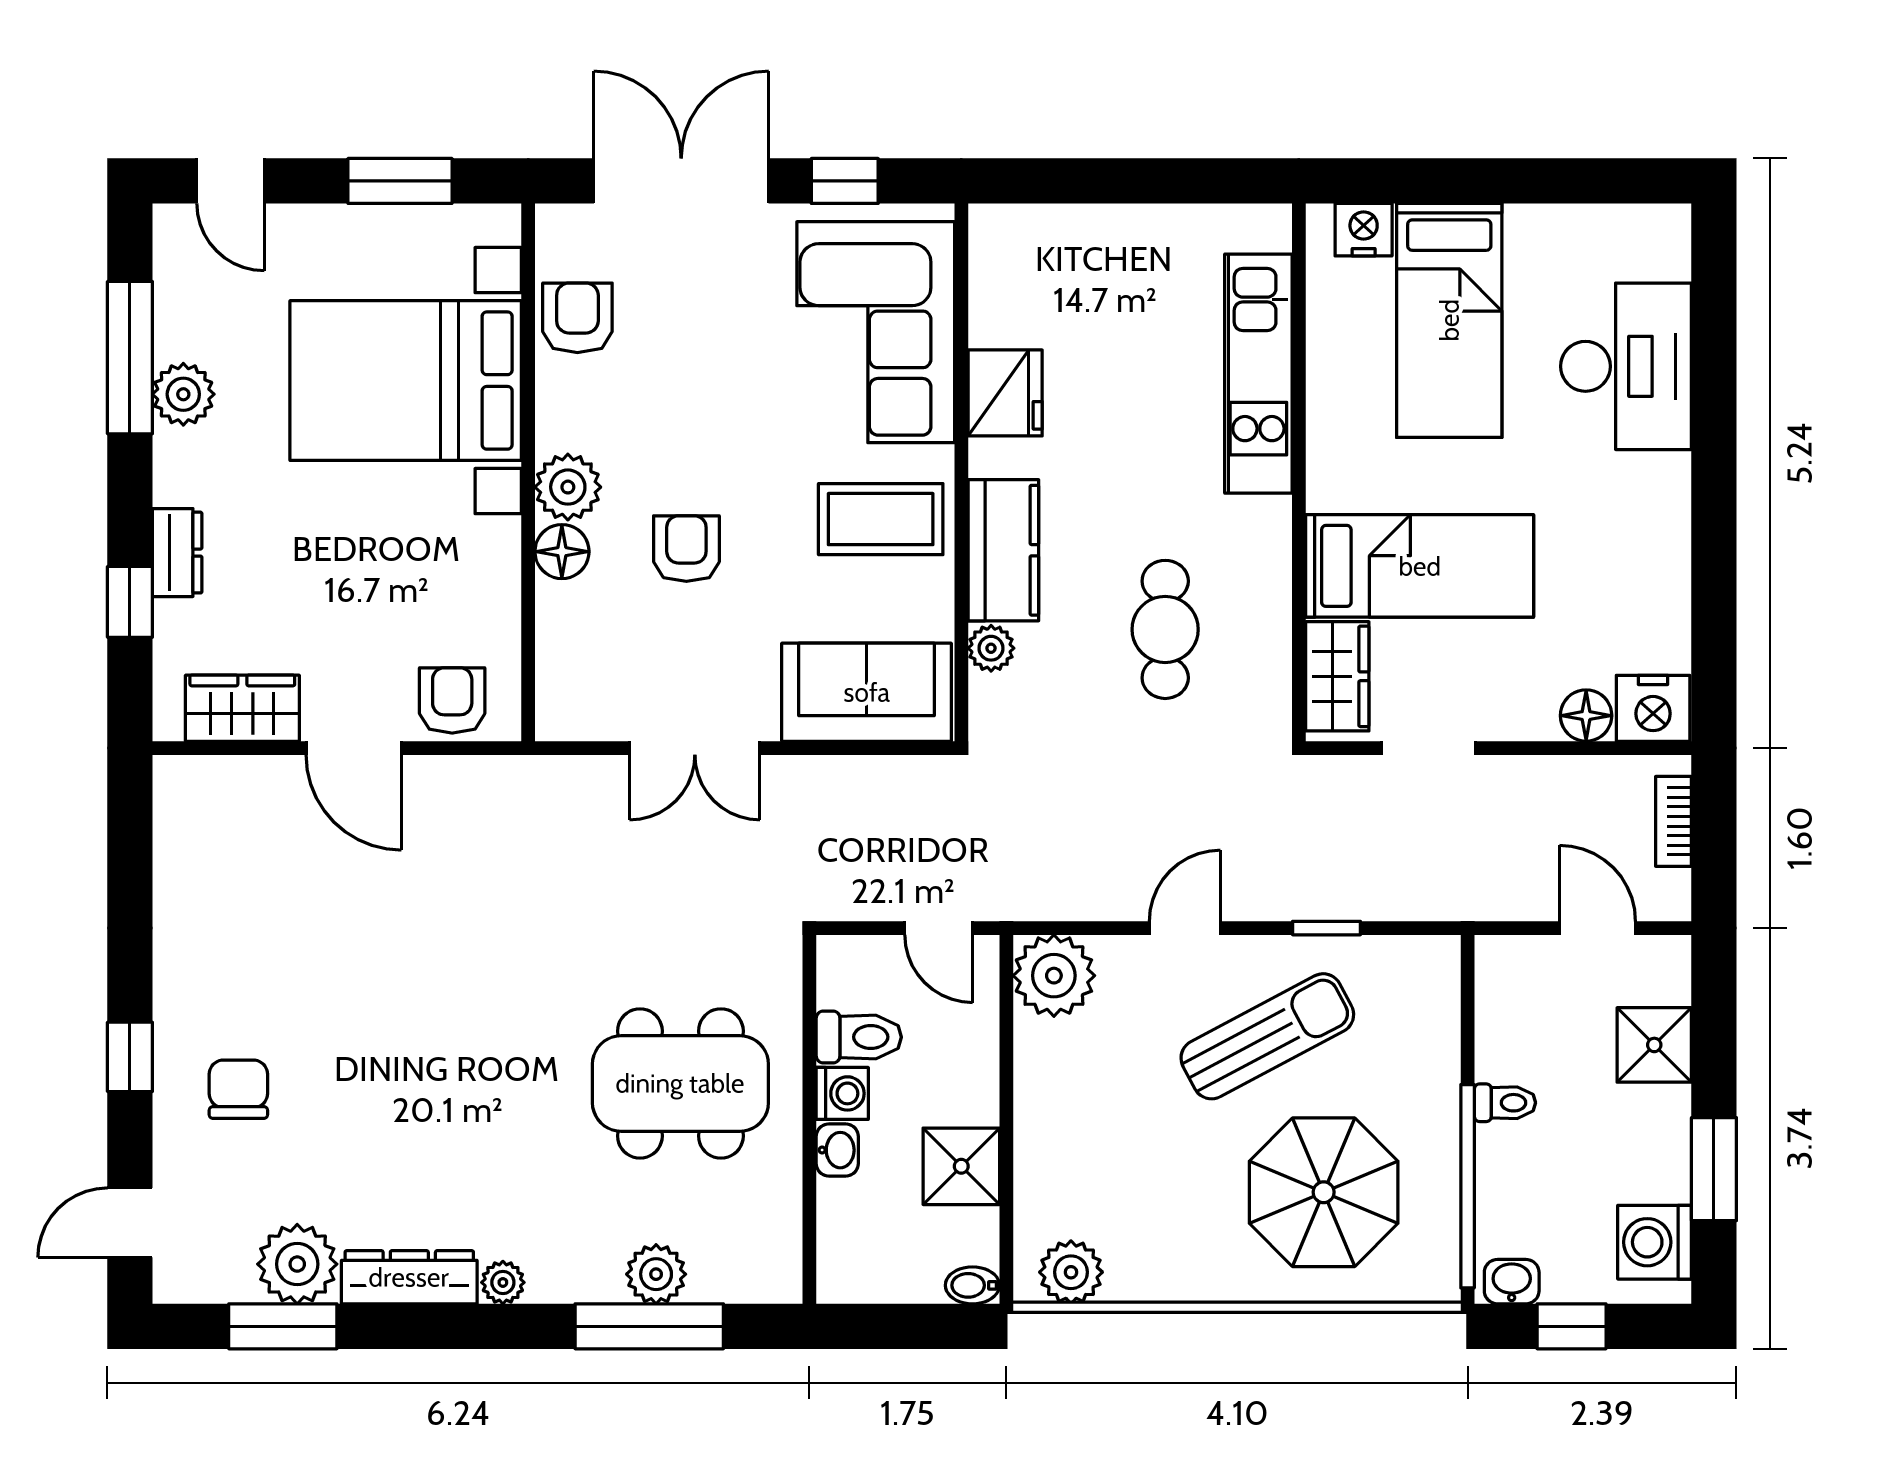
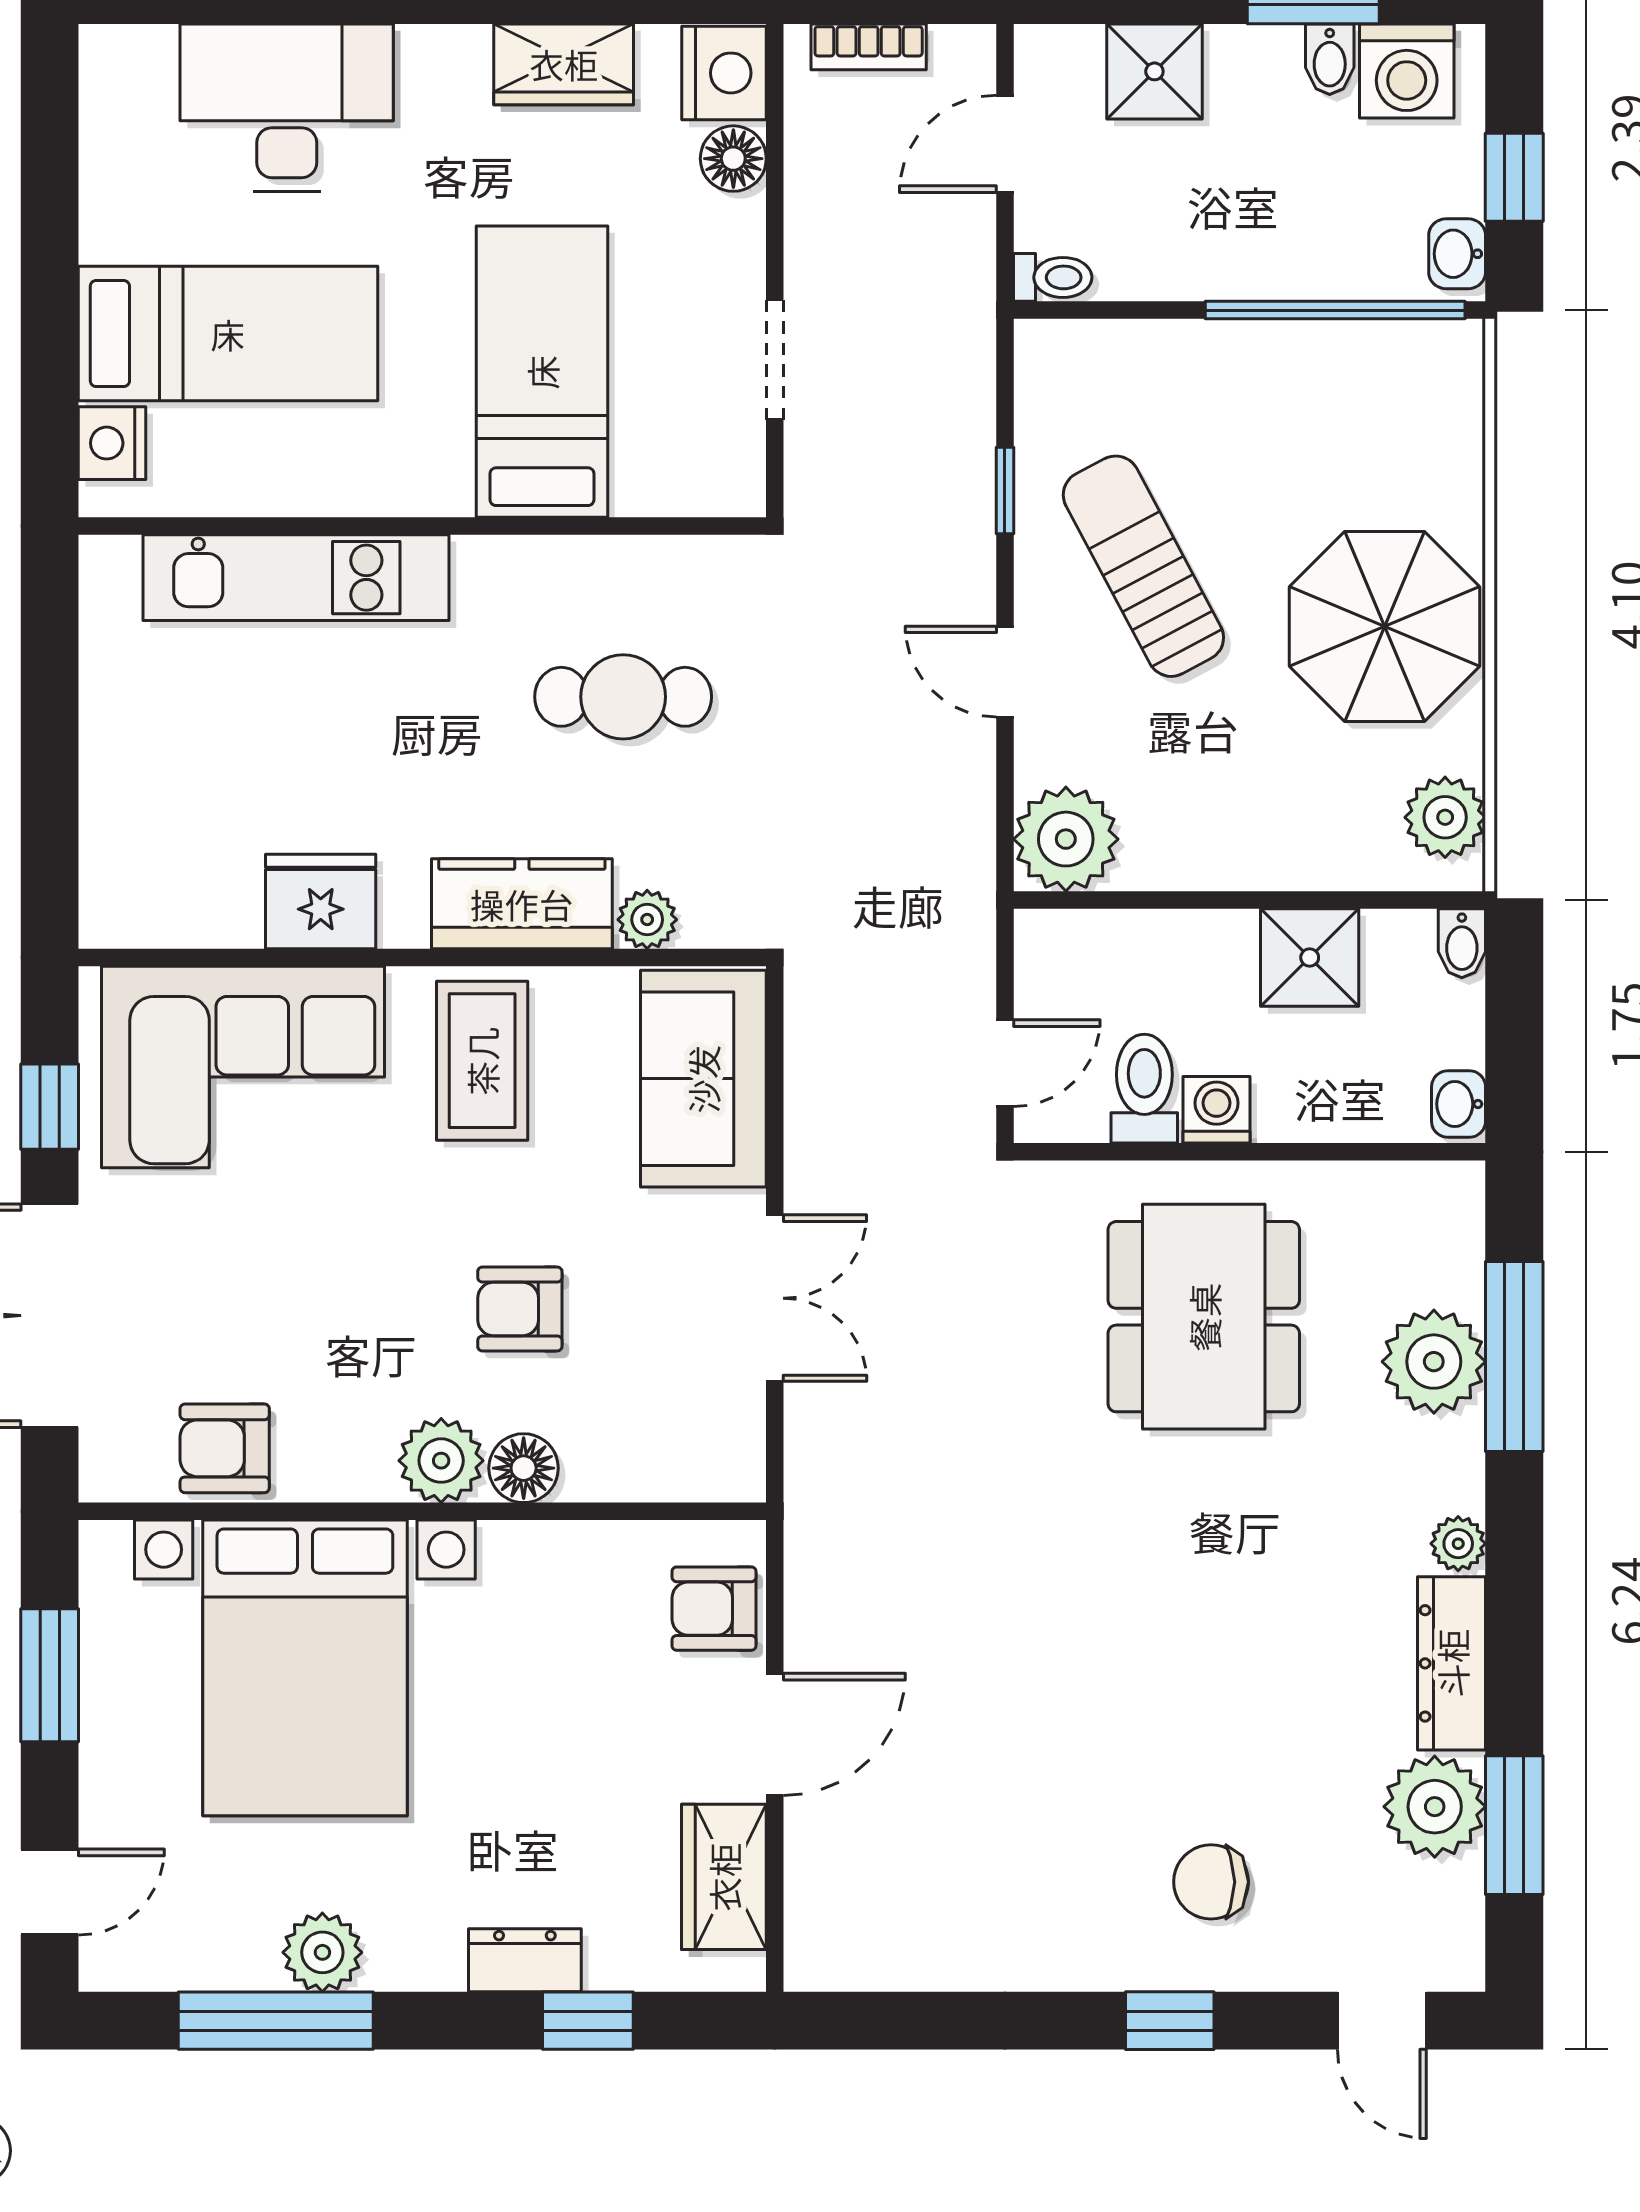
wardrobe: (1337, 676) -> (564, 64), moved, turned 180
door: (939, 928) -> (1005, 1063), moved
toilet: (1505, 1103) -> (1053, 277), moved, turned 90
washbasin: (837, 1150) -> (1459, 1104), moved, turned -90
bidet: (1664, 1182) -> (1330, 59), added
parasol: (1324, 1192) -> (1385, 626), moved
plant: (656, 1274) -> (1434, 1362), width x1.36, depth x1.36

